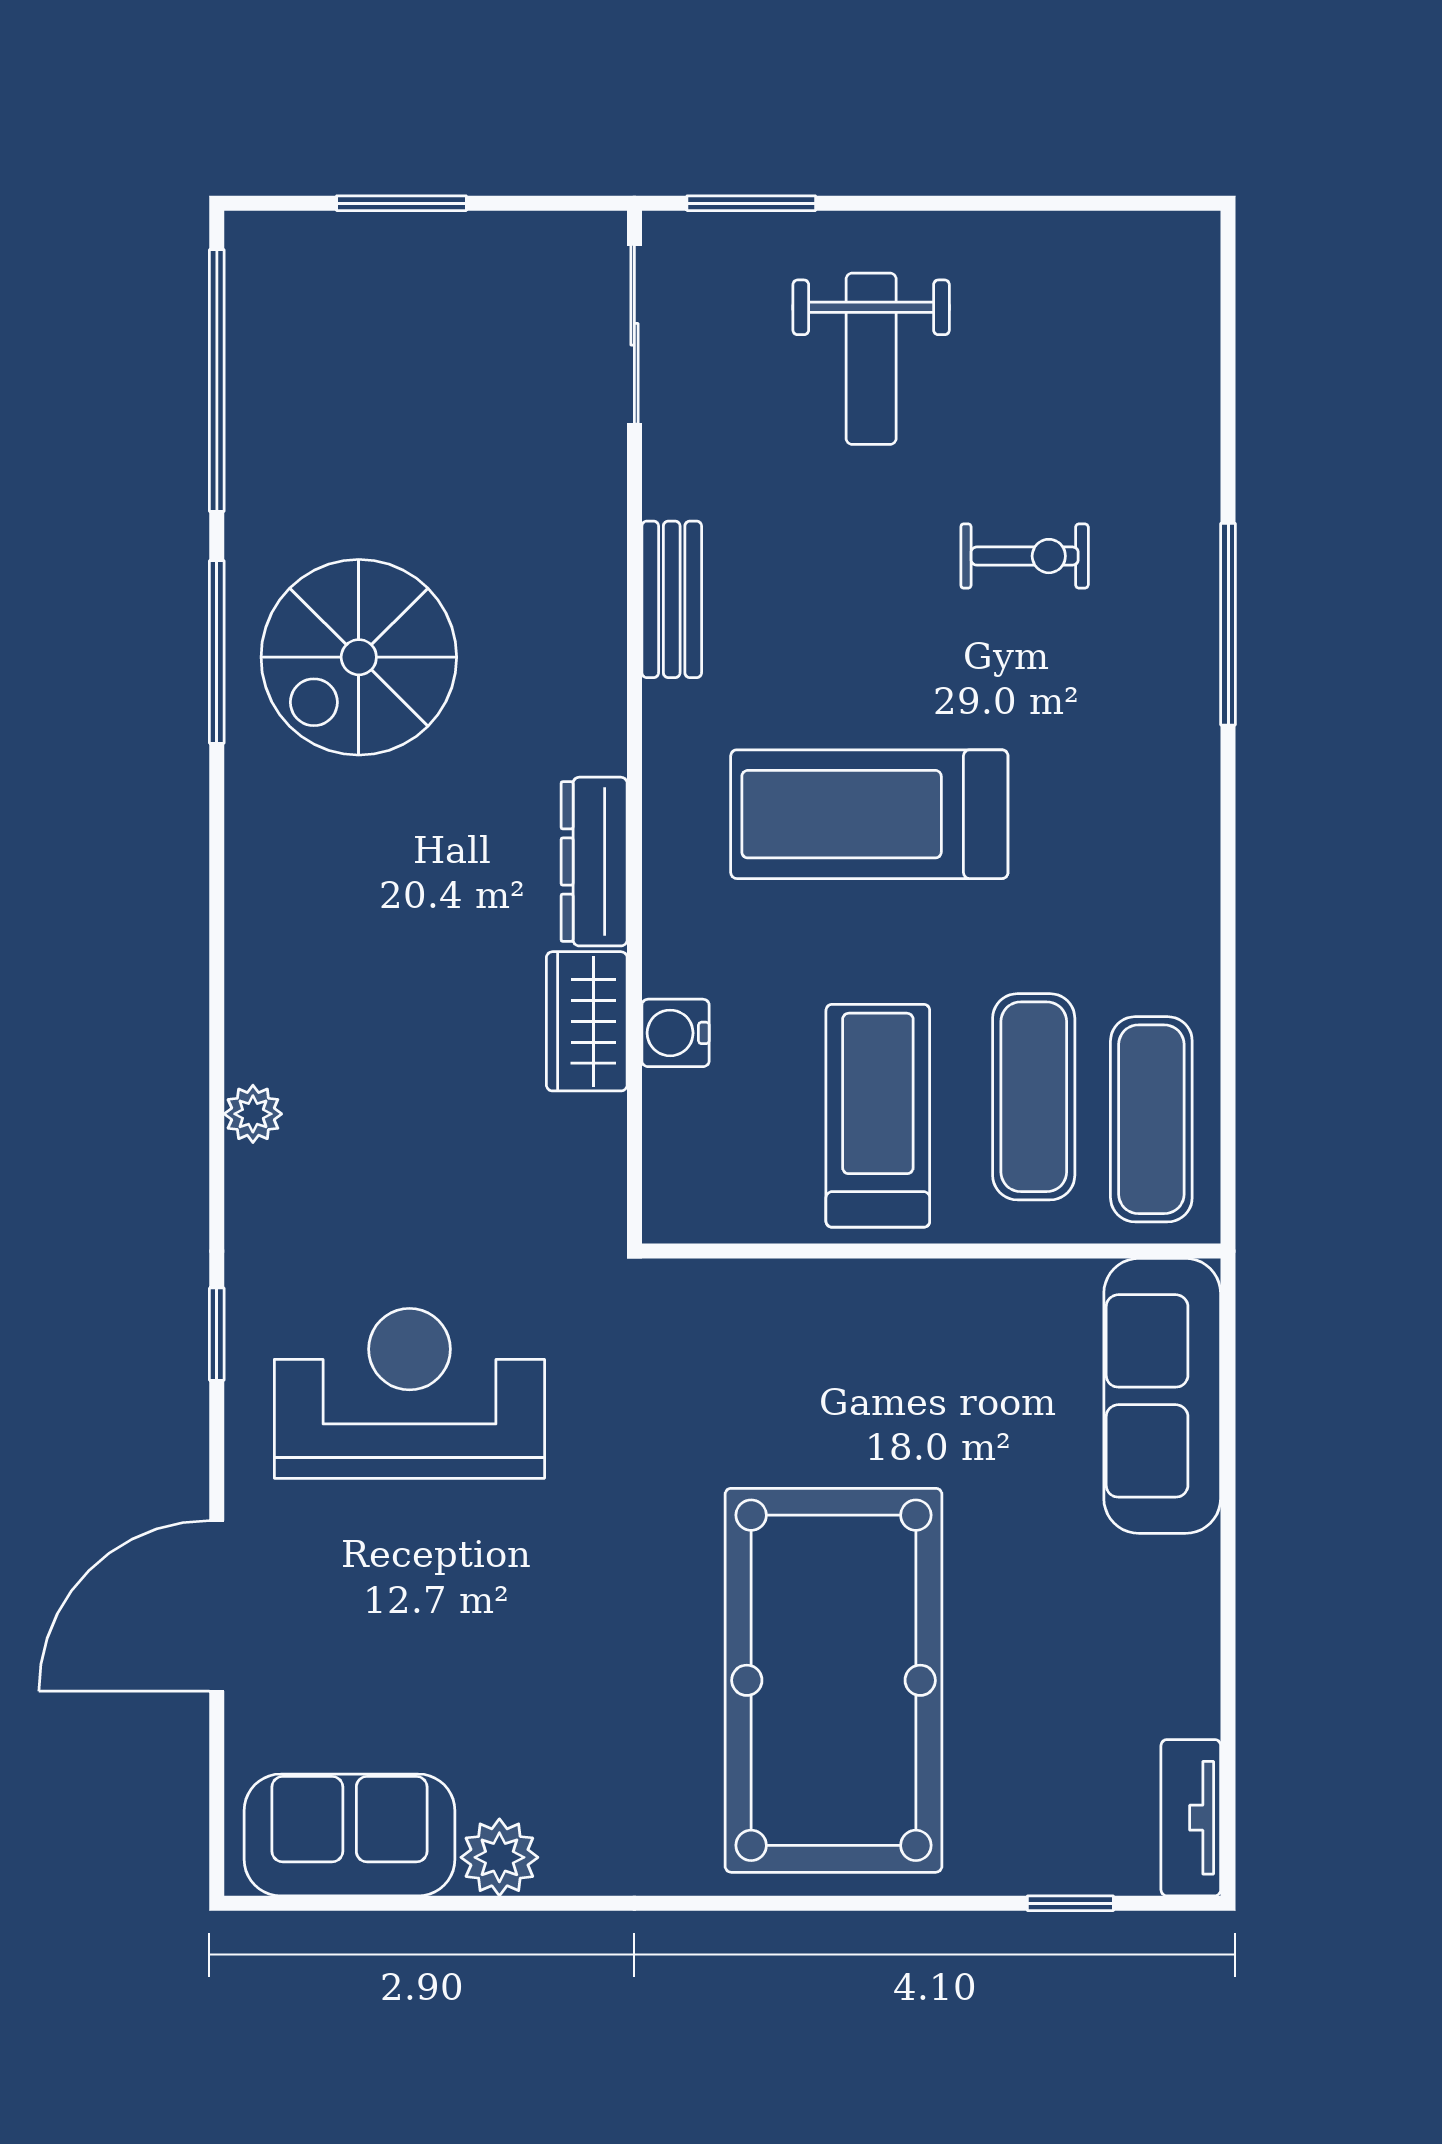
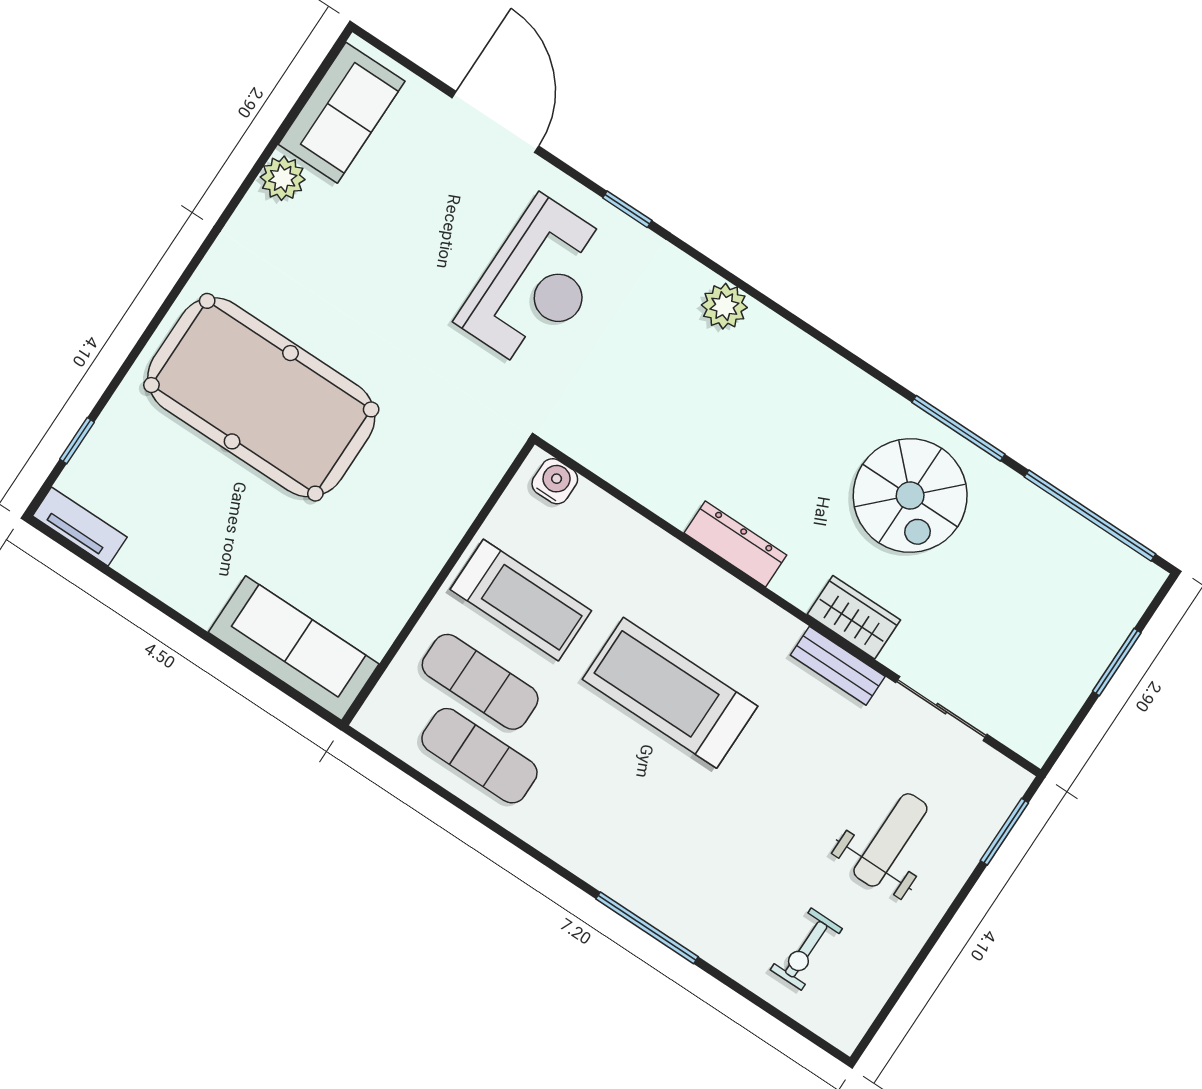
sliding door: (634, 334) -> (941, 709), moved
weight bench: (871, 359) -> (890, 840), turned 90
exercise bike: (1025, 556) -> (806, 949), moved
spiral stairs: (359, 657) -> (910, 495), turned 180
treadmill: (869, 814) -> (670, 693), turned -90
wardrobe: (587, 1021) -> (854, 617), moved
water cooler: (675, 1033) -> (555, 481), moved
plant: (253, 1114) -> (724, 306), width x1.38, depth x1.38
exercise mat: (1151, 1119) -> (479, 756), moved

